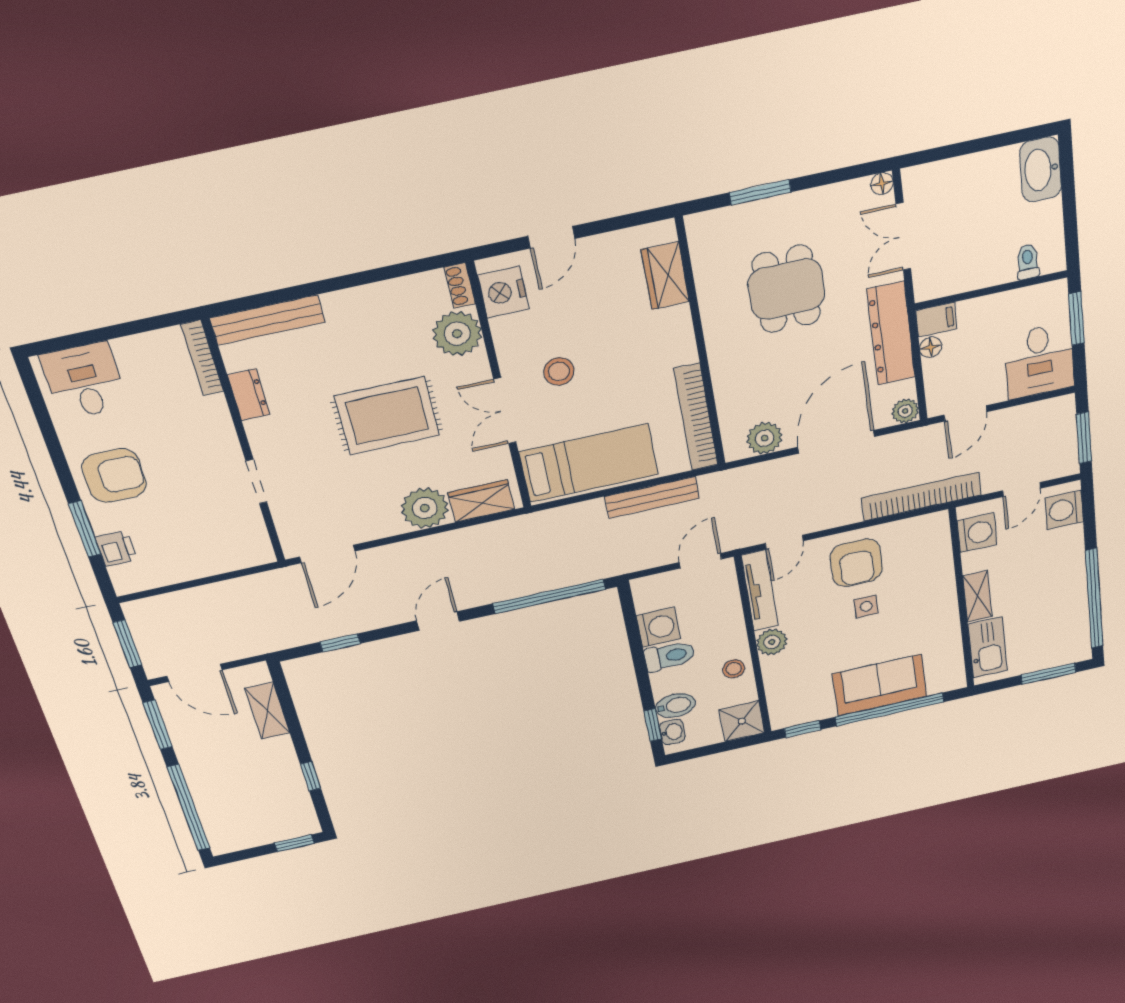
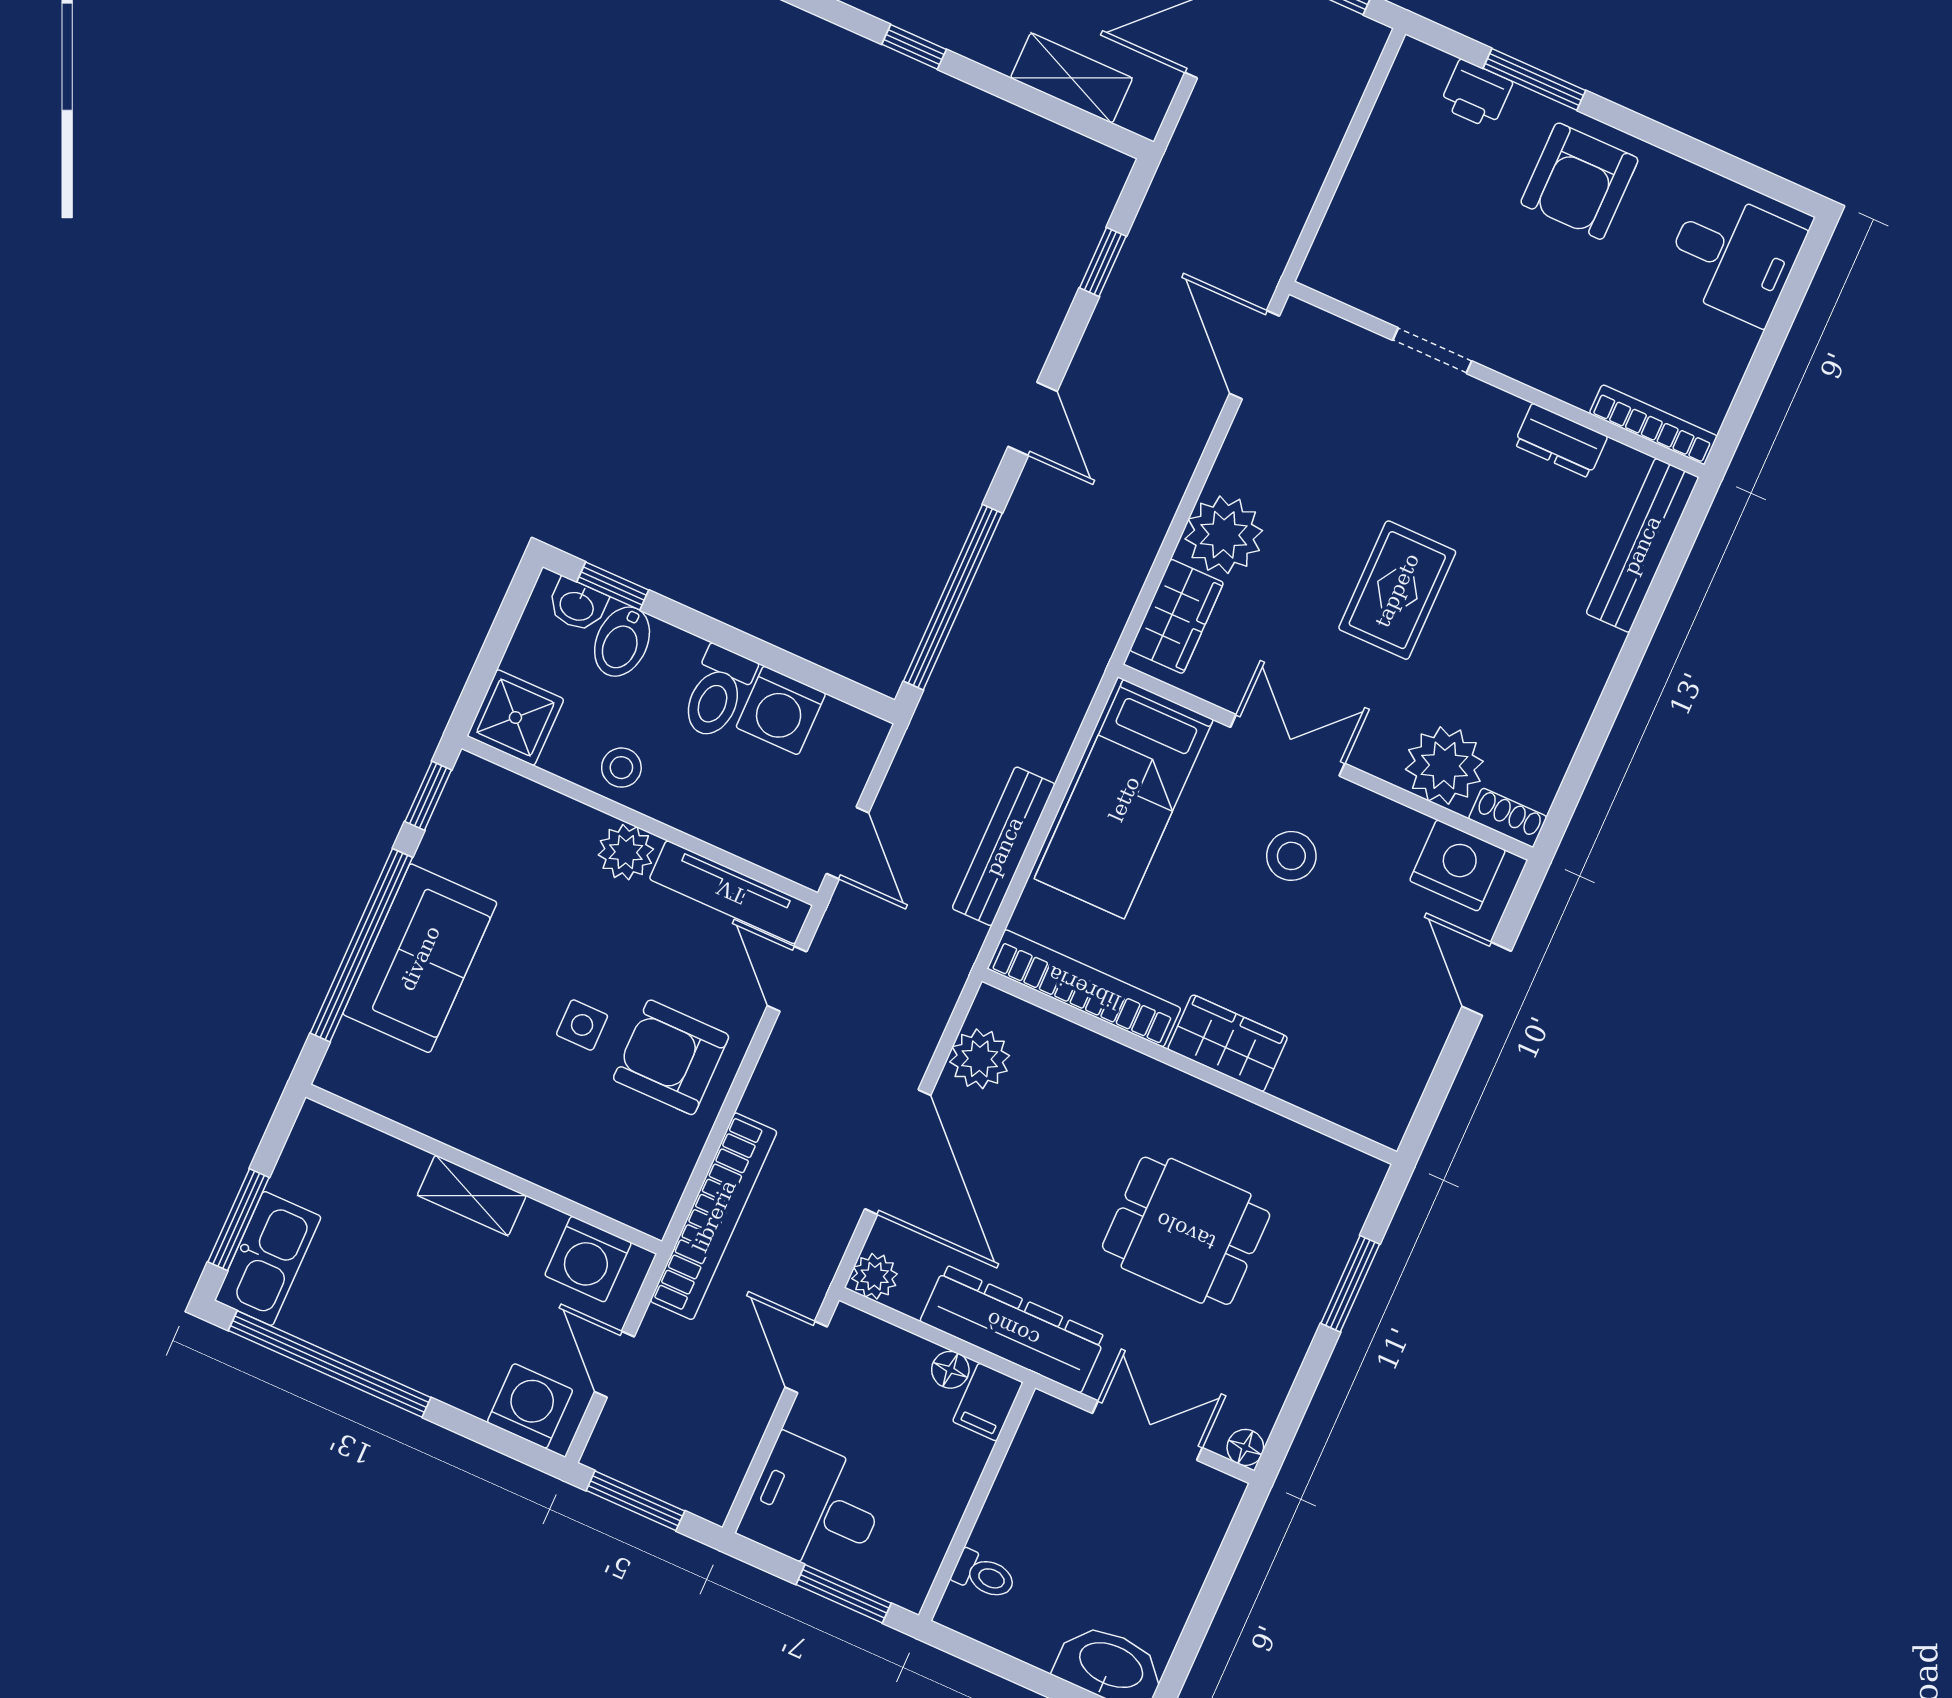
wardrobe: (665, 276) -> (1228, 1043), moved
rug: (387, 416) -> (1397, 590), width x0.73, depth x0.70
kitchen sink: (988, 647) -> (268, 1258), moved, turned -90

